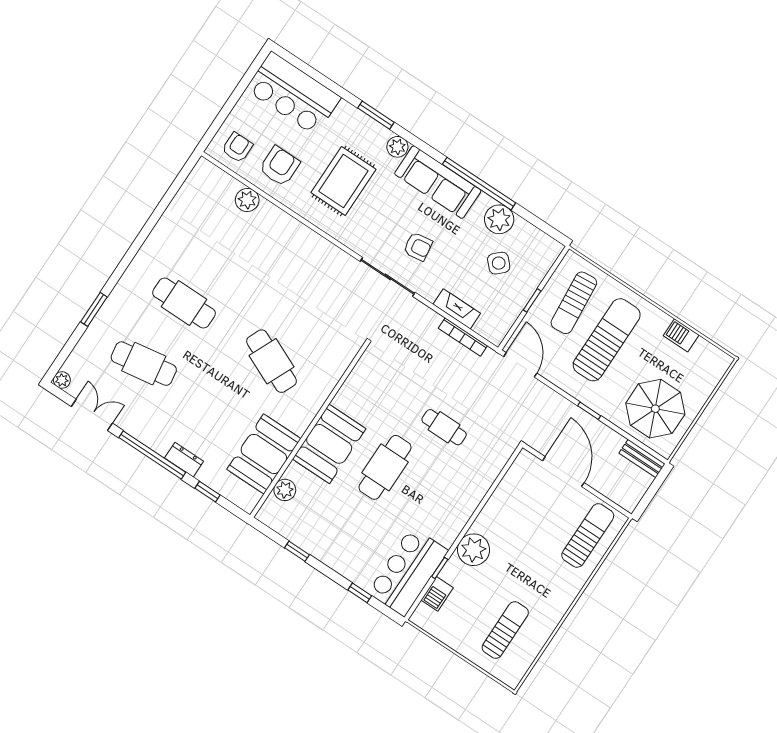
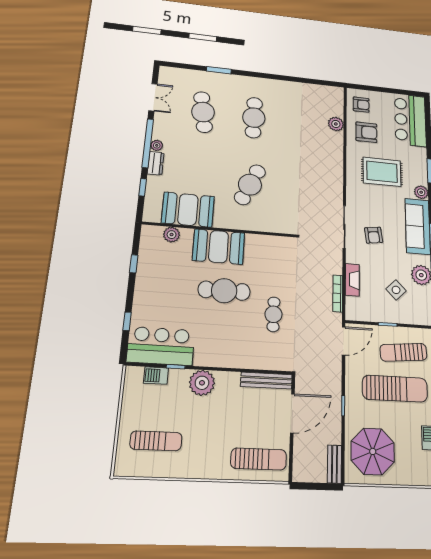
plant: (62, 380) -> (157, 145), moved
bench: (512, 479) -> (266, 381), added

